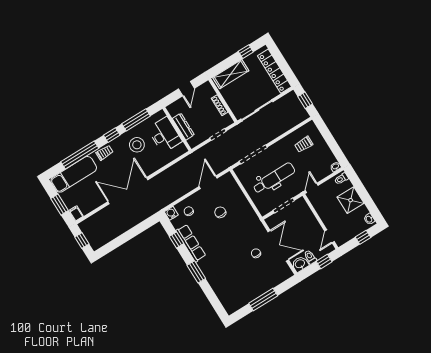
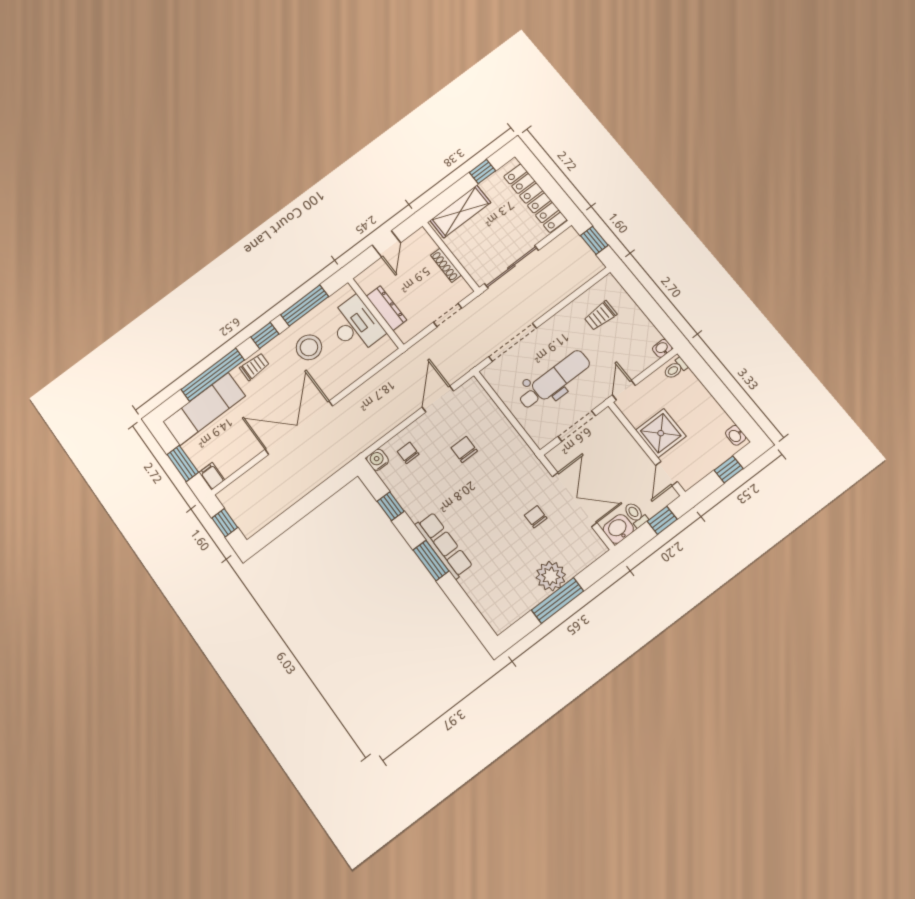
shower: (351, 200) -> (661, 433), moved
row of seats: (191, 243) -> (444, 545), moved
plant: (261, 286) -> (551, 576), added

